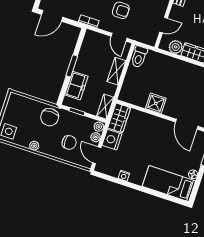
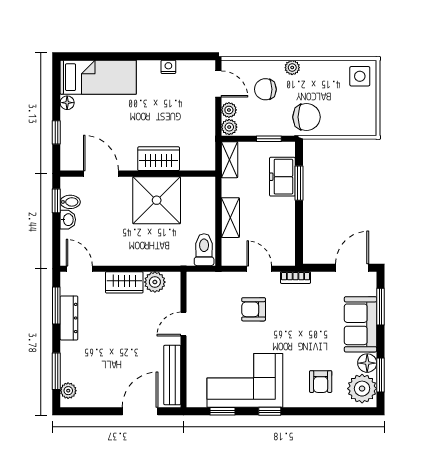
door: (163, 25) -> (183, 324), moved
door: (119, 37) -> (259, 269), moved
window: (72, 66) -> (299, 183), moved
shower: (156, 103) -> (157, 200), width x1.86, depth x1.86
chair: (50, 117) -> (306, 117), turned 90
wardrobe: (119, 118) -> (159, 159), moved, turned 90
nightstand: (112, 140) -> (204, 114), removed
plant: (34, 146) -> (292, 68), moved

